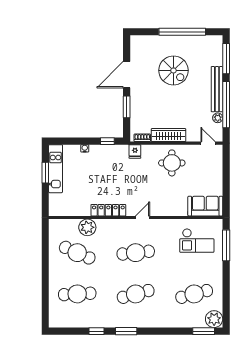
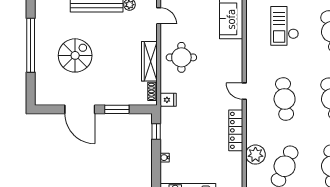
door: (208, 143) -> (159, 16), swing flipped
checkout: (197, 241) -> (285, 26), moved, turned 180

